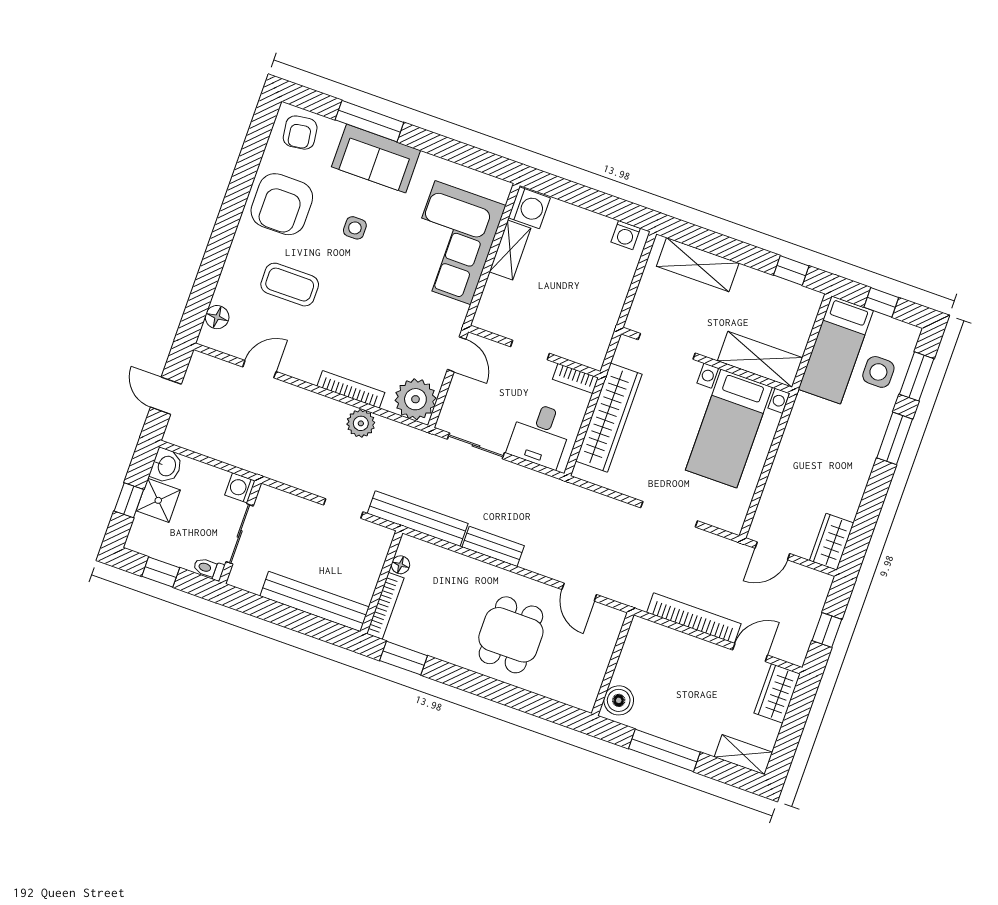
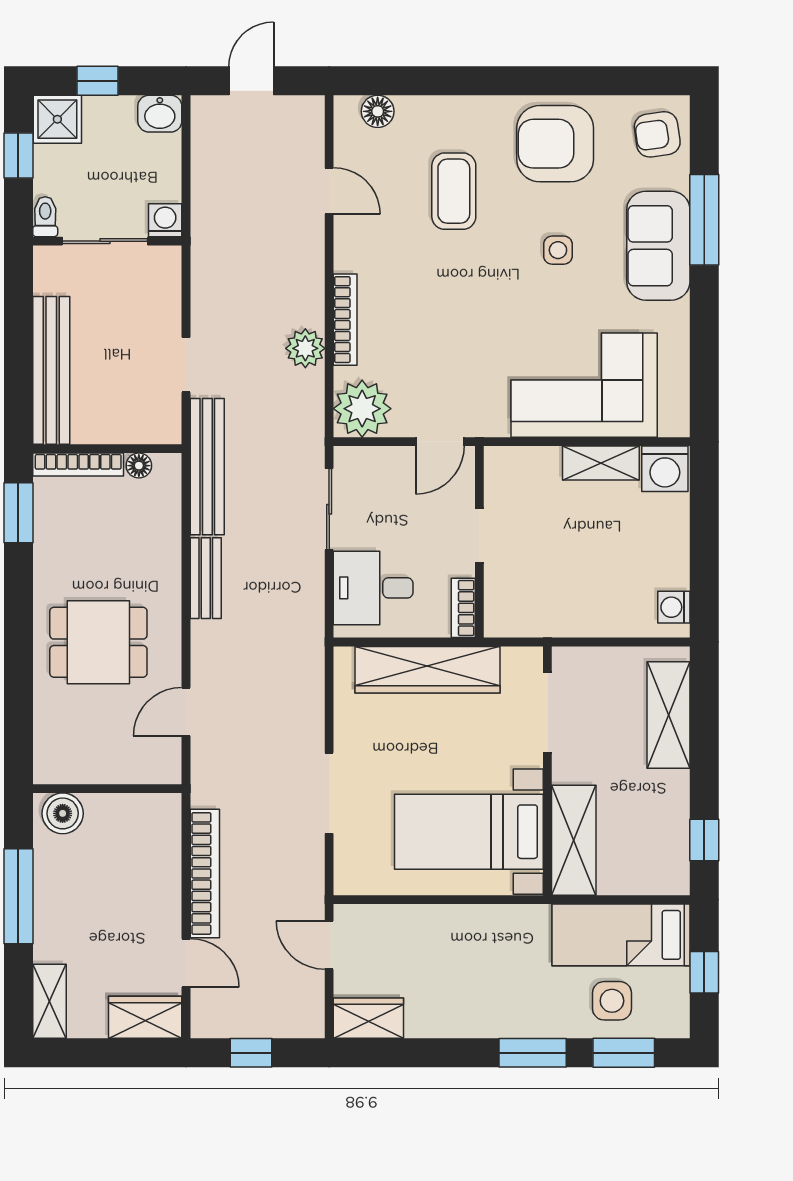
shower: (158, 500) -> (57, 119), moved

